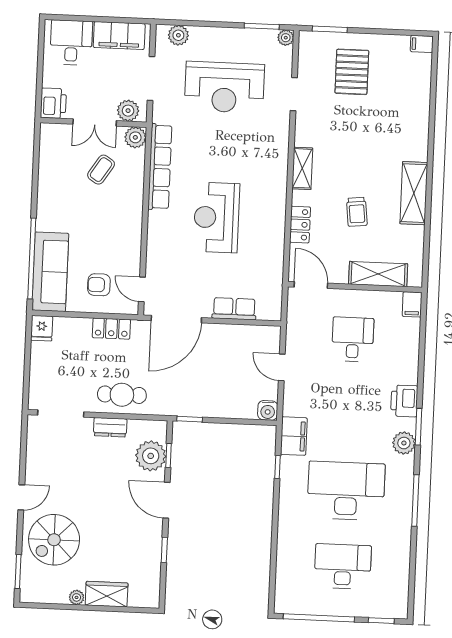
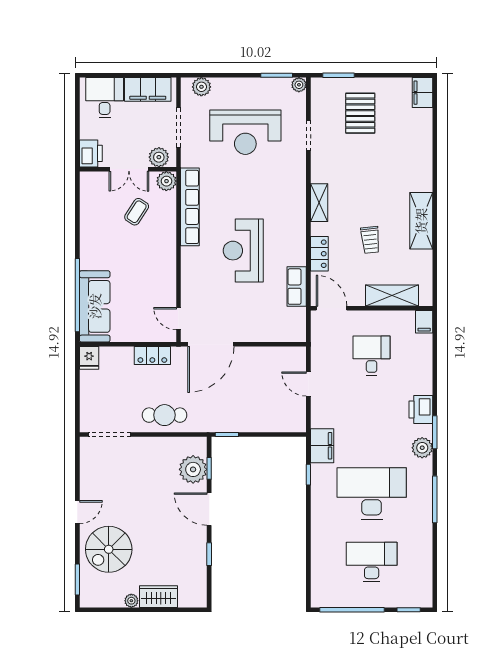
filing cabinet: (422, 44) -> (423, 93), width x2.00
armchair: (99, 285) -> (139, 316), removed
row of seats: (234, 309) -> (297, 287), moved, turned -90
water cooler: (268, 410) -> (297, 424), removed
dresser: (110, 427) -> (155, 445), removed

